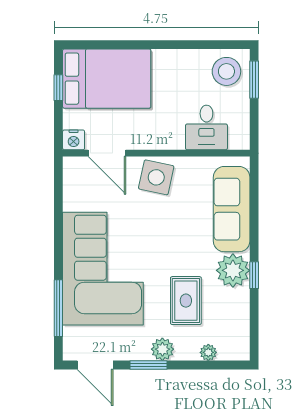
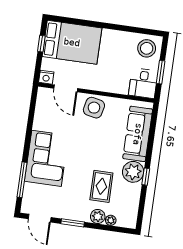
window: (254, 80) -> (161, 72), moved
desk: (206, 128) -> (143, 83), moved
corner sofa: (103, 269) -> (46, 158), width x0.73, depth x0.74
plant: (162, 349) -> (98, 216), moved

